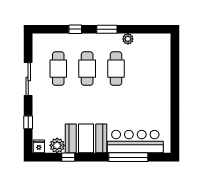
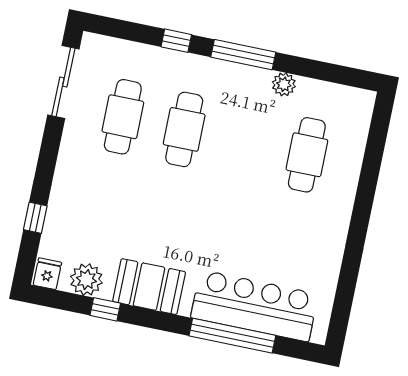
window: (107, 29) -> (243, 55), width x1.44
cafe table: (116, 69) -> (307, 155), moved
sliding door: (28, 79) -> (63, 82), moved
booth: (86, 138) -> (149, 287), width x0.73, depth x0.70

